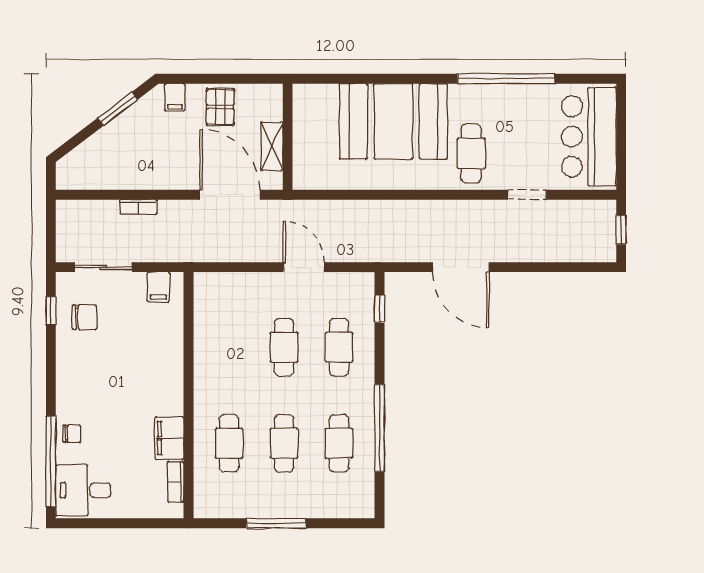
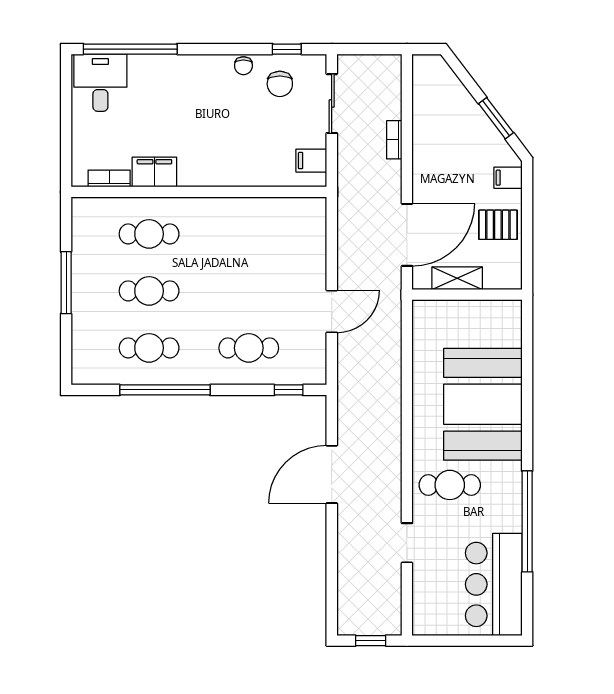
bar counter: (589, 137) -> (494, 584), moved, turned -90
cafe table: (284, 347) -> (249, 291), removed
chair: (72, 434) -> (243, 66), moved

